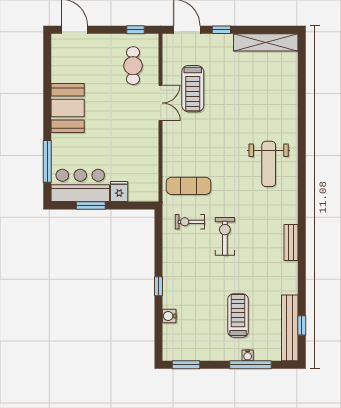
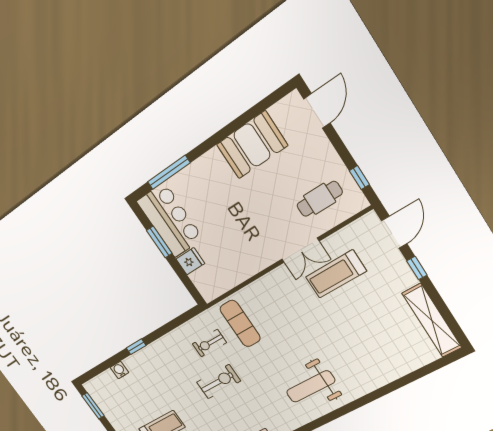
booth: (68, 108) -> (252, 145), moved
exercise bike: (190, 222) -> (209, 343), turned -90

